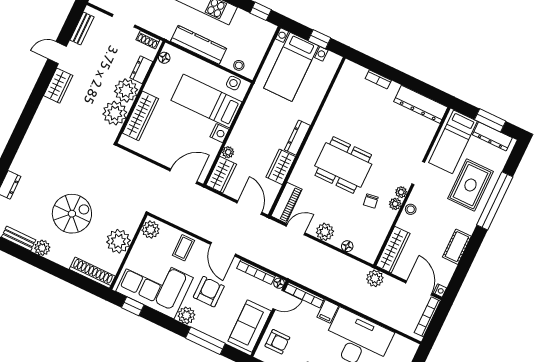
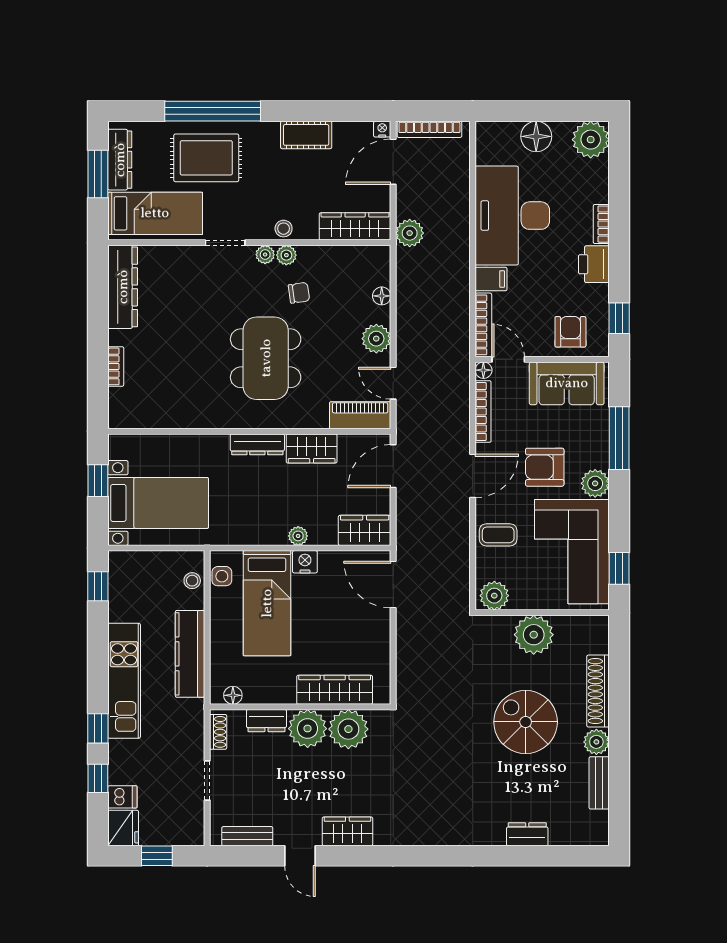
plant: (228, 152) -> (298, 536), moved
shoe rack: (92, 273) -> (598, 691), moved

